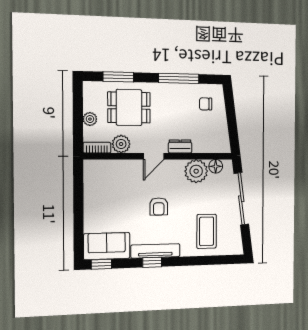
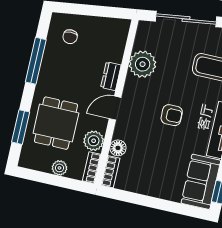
door: (154, 156) -> (115, 108), swing flipped
bookcase: (97, 165) -> (111, 172), added
floor lamp: (216, 166) -> (118, 148), moved

